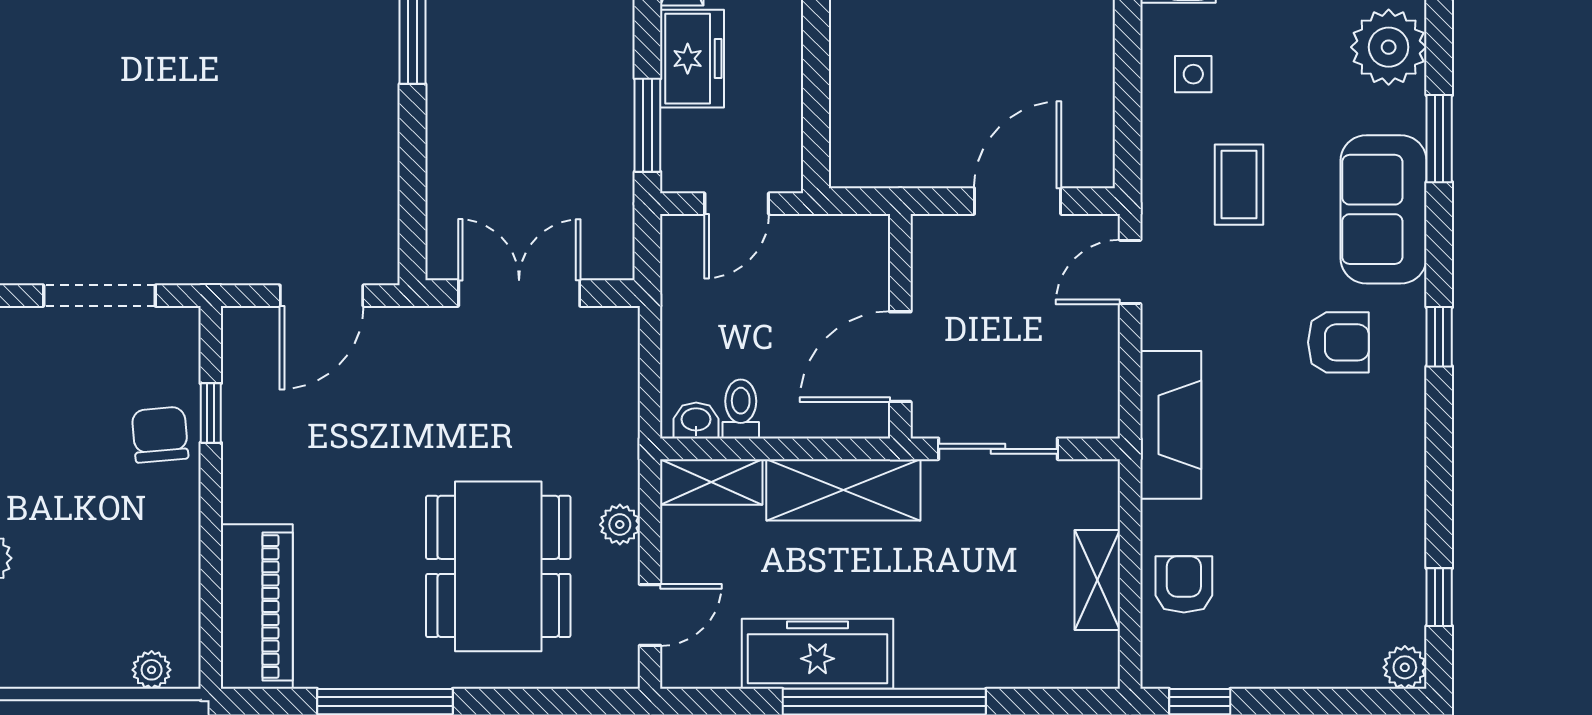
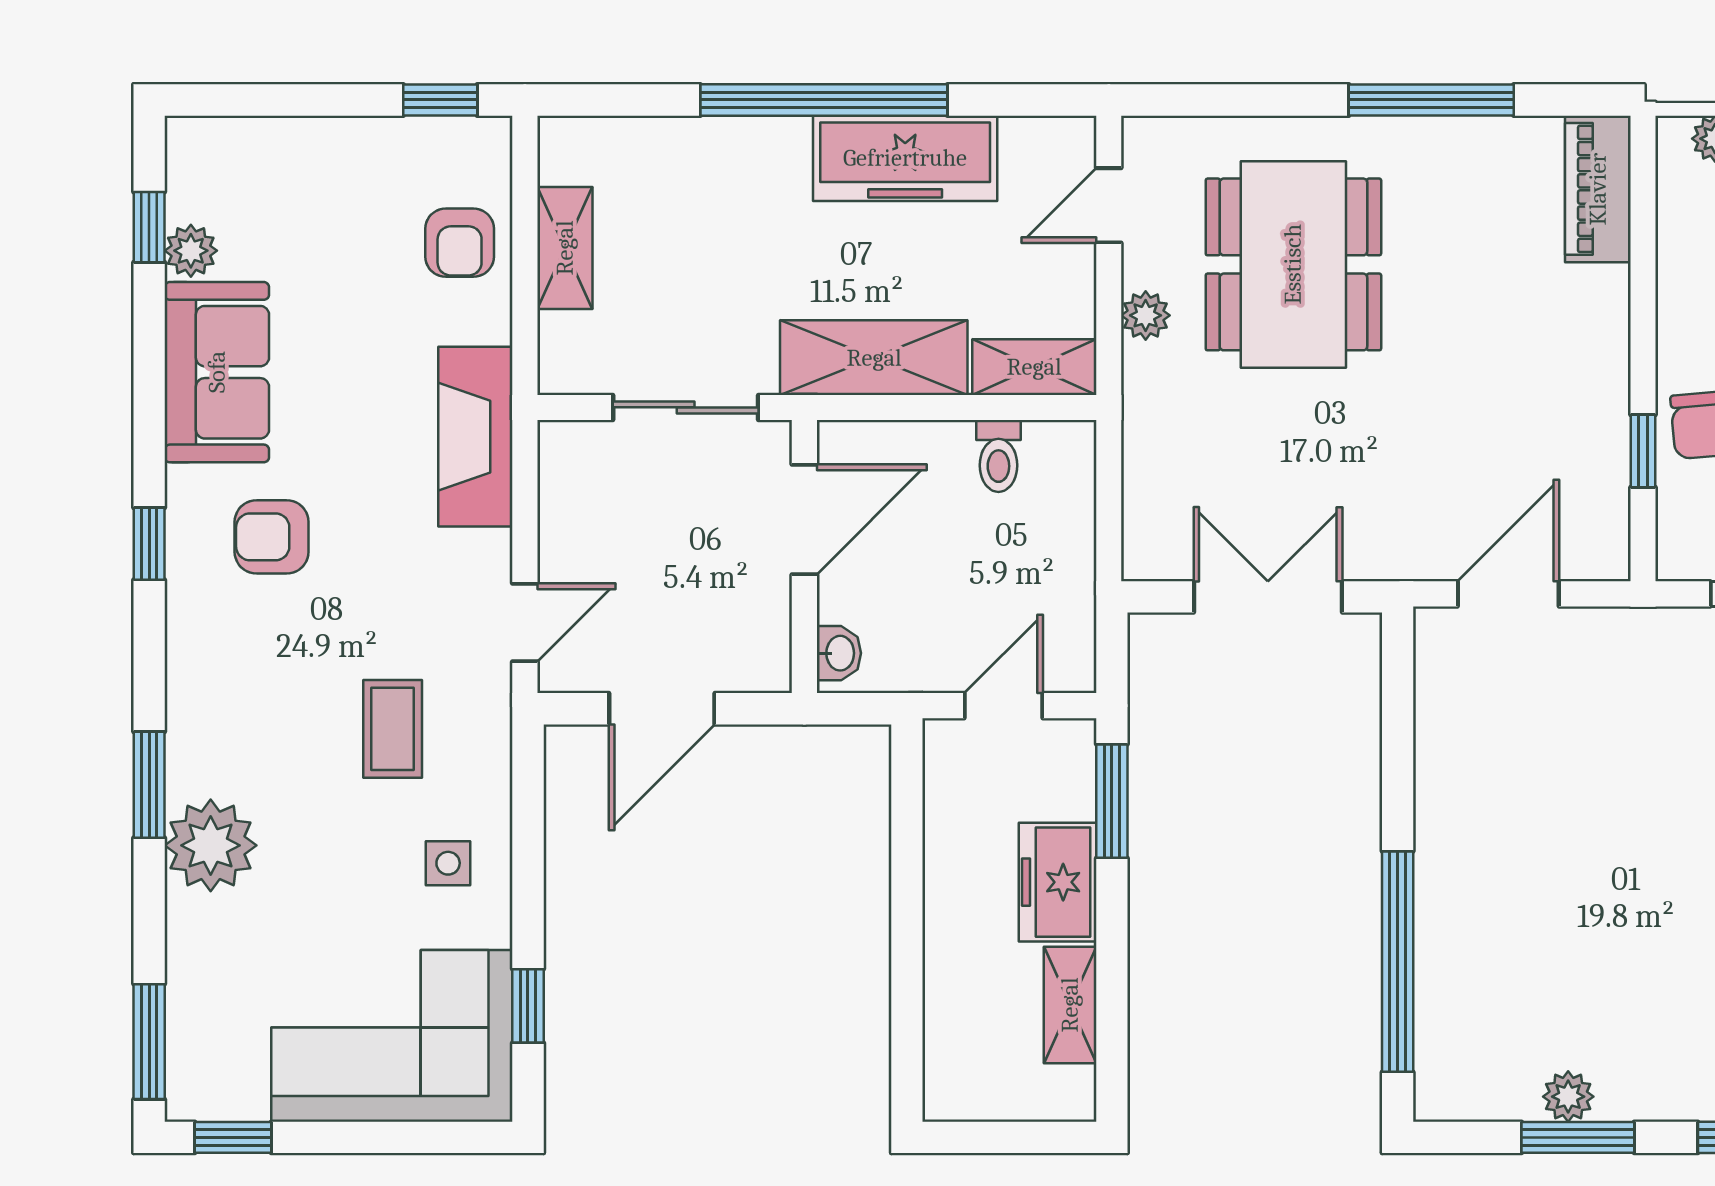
plant: (1389, 47) -> (211, 845), moved
sofa: (1383, 209) -> (217, 372), moved
double door: (519, 293) -> (1268, 597), swing flipped
washbasin: (696, 420) -> (839, 653), moved, turned -90
piano: (257, 606) -> (1598, 189), width x0.73, depth x0.75
plant: (1405, 667) -> (191, 251), moved

